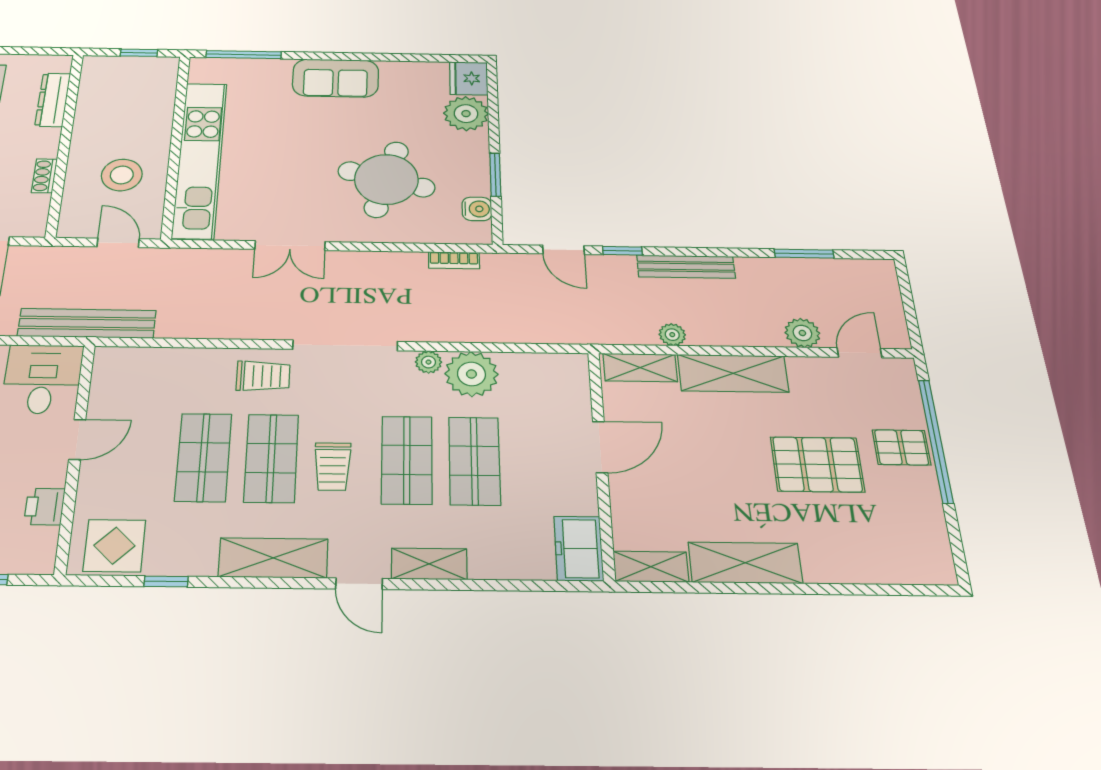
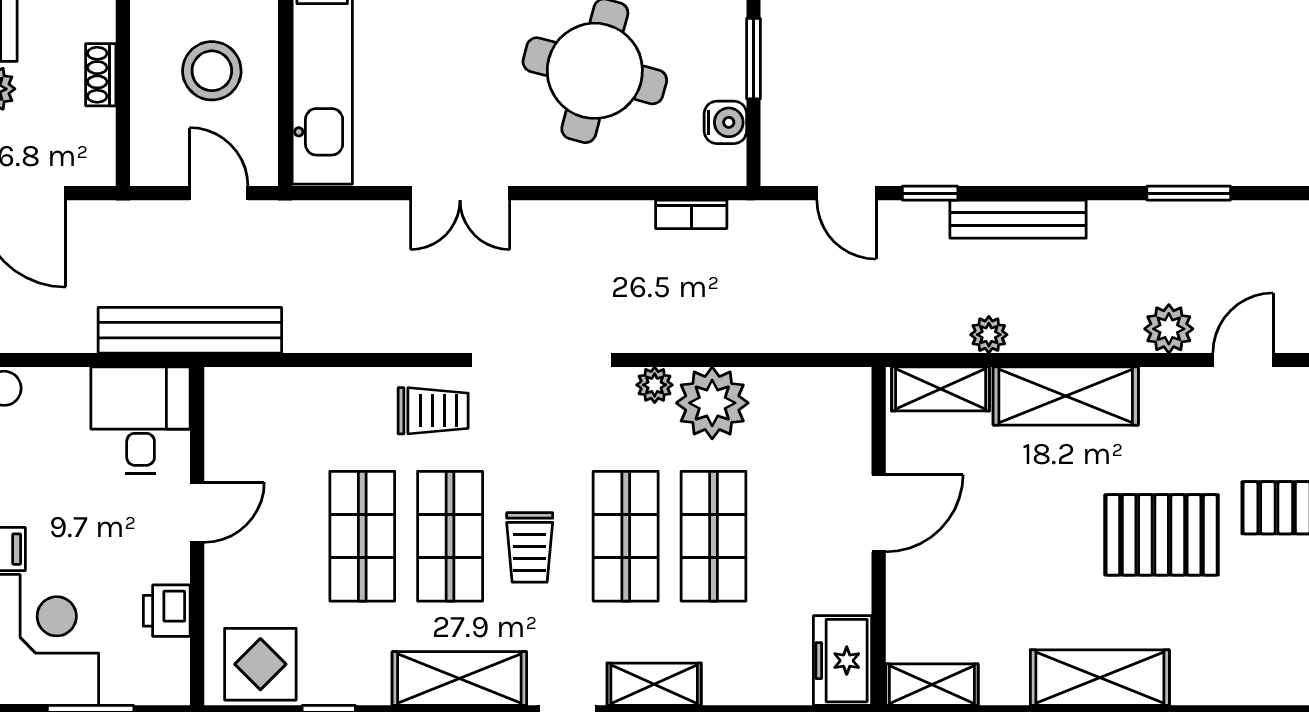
shelving: (745, 563) -> (1100, 678), moved

